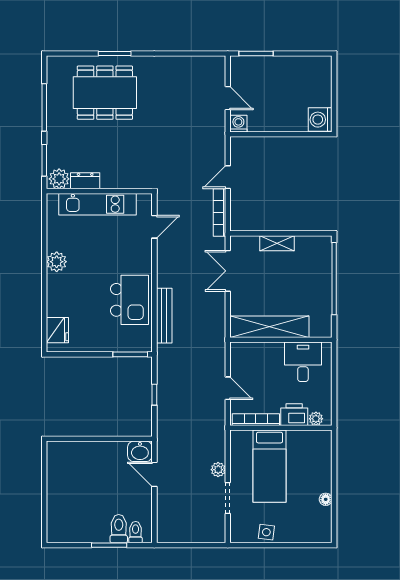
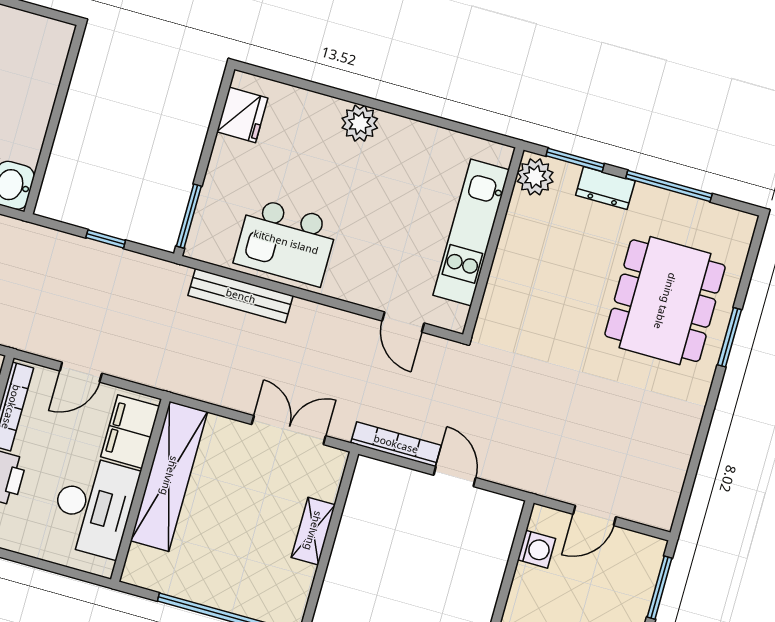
washing machine: (238, 124) -> (537, 549), moved
dresser: (85, 181) -> (605, 188), moved, turned 90
plant: (57, 262) -> (360, 123), moved
fridge: (57, 330) -> (242, 115), moved, turned -90
filing cabinet: (252, 354) -> (130, 432), added
desk: (303, 362) -> (94, 506), width x1.37

